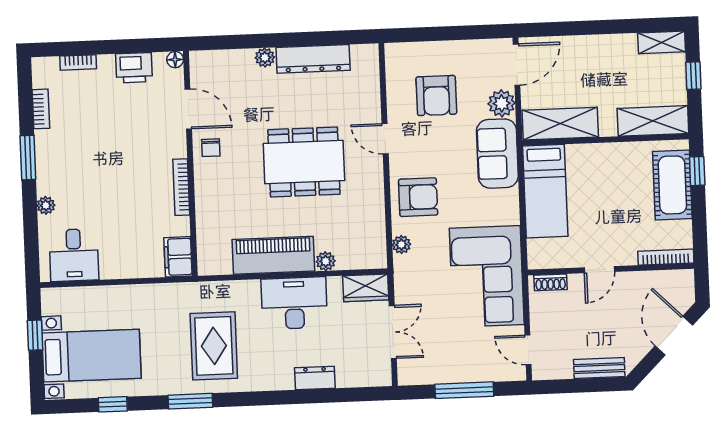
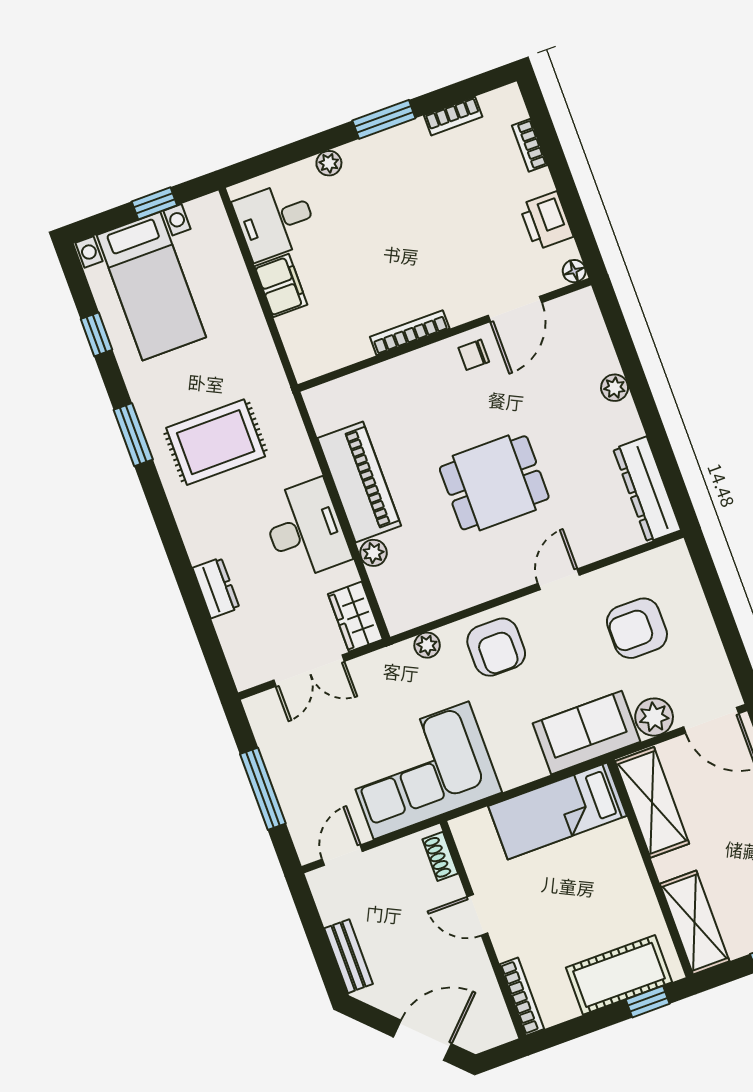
dresser: (313, 59) -> (647, 489), moved
dining table: (304, 162) -> (494, 483), width x0.73
filing cabinet: (178, 257) -> (281, 286), moved, turned 90

